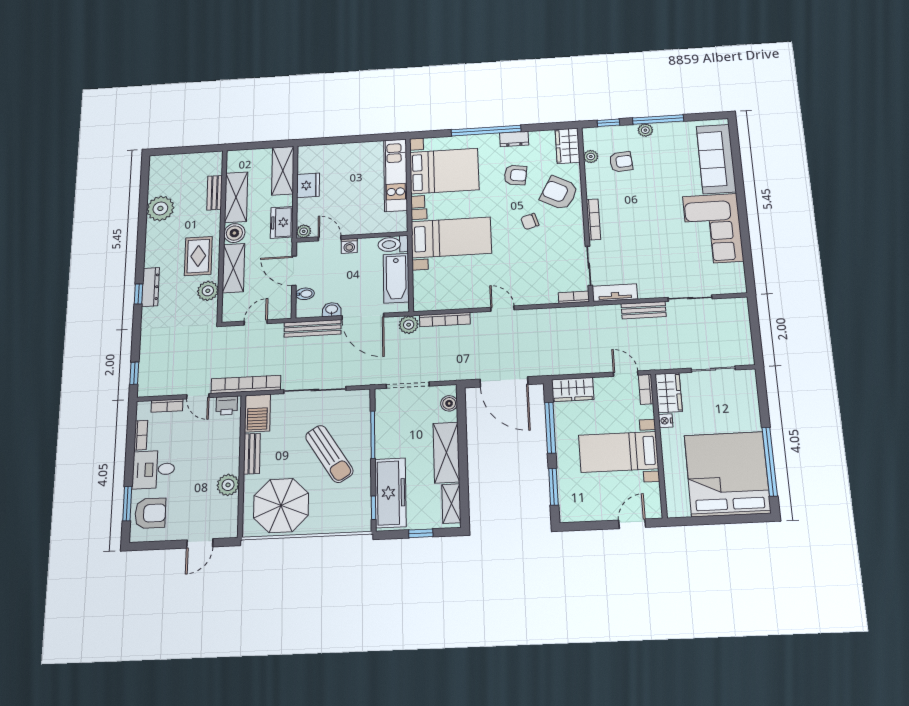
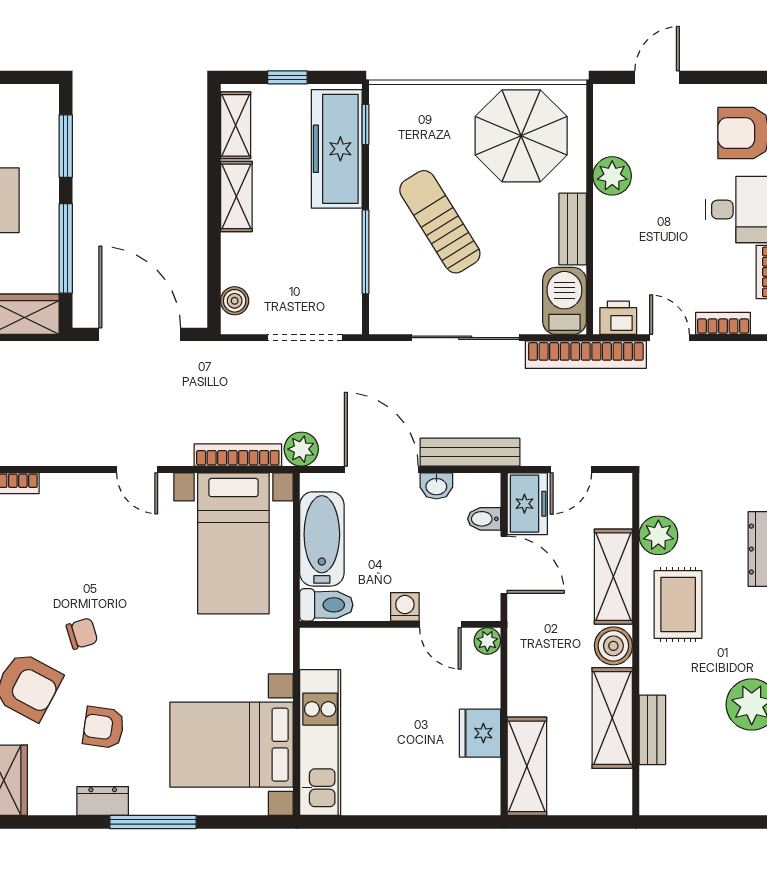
window: (486, 131) -> (153, 822), width x0.68
freezer: (282, 222) -> (527, 504), moved
bed with nightstands: (451, 237) -> (233, 543), moved, turned -90
shelving: (446, 453) -> (236, 196), width x0.67, depth x0.75

